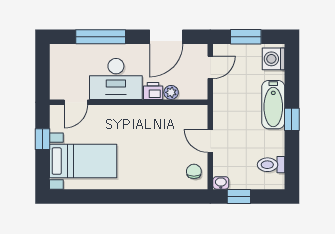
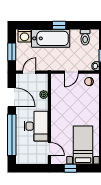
window: (101, 37) -> (12, 135), width x1.46
door: (210, 67) -> (29, 72), hinge flipped
printer: (153, 91) -> (43, 105), removed
bathtub: (273, 105) -> (51, 38), width x1.36, depth x1.36

